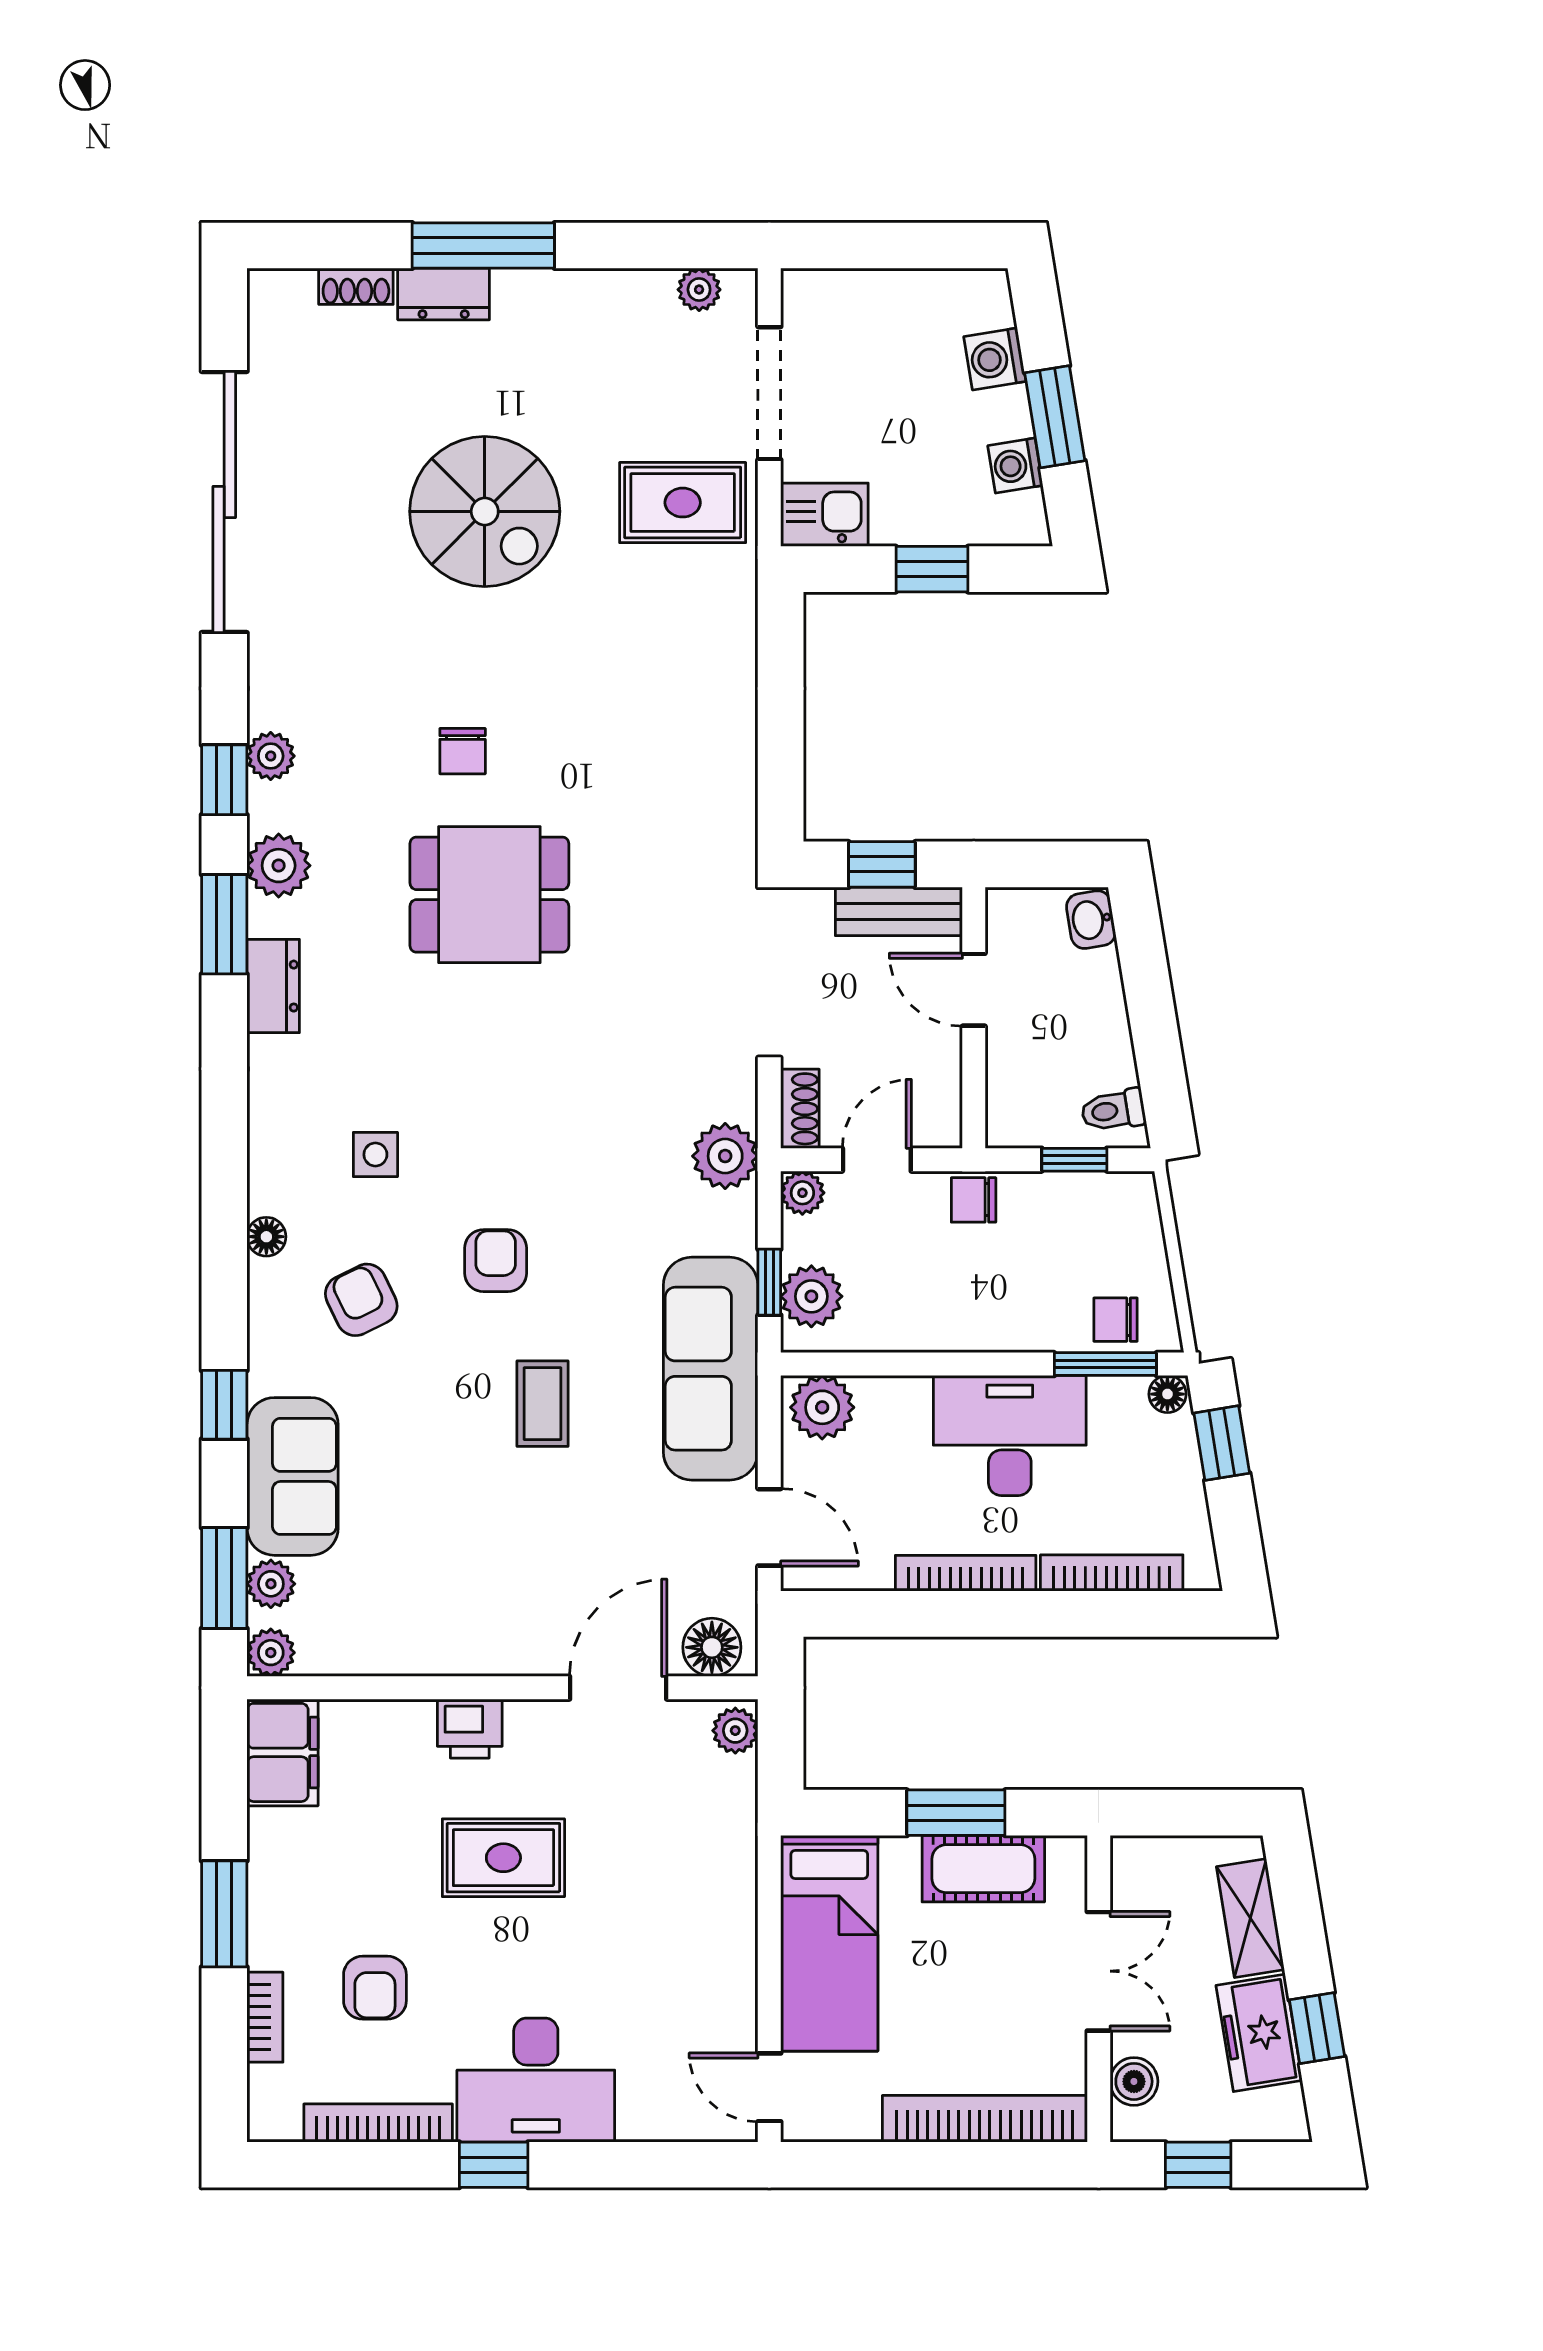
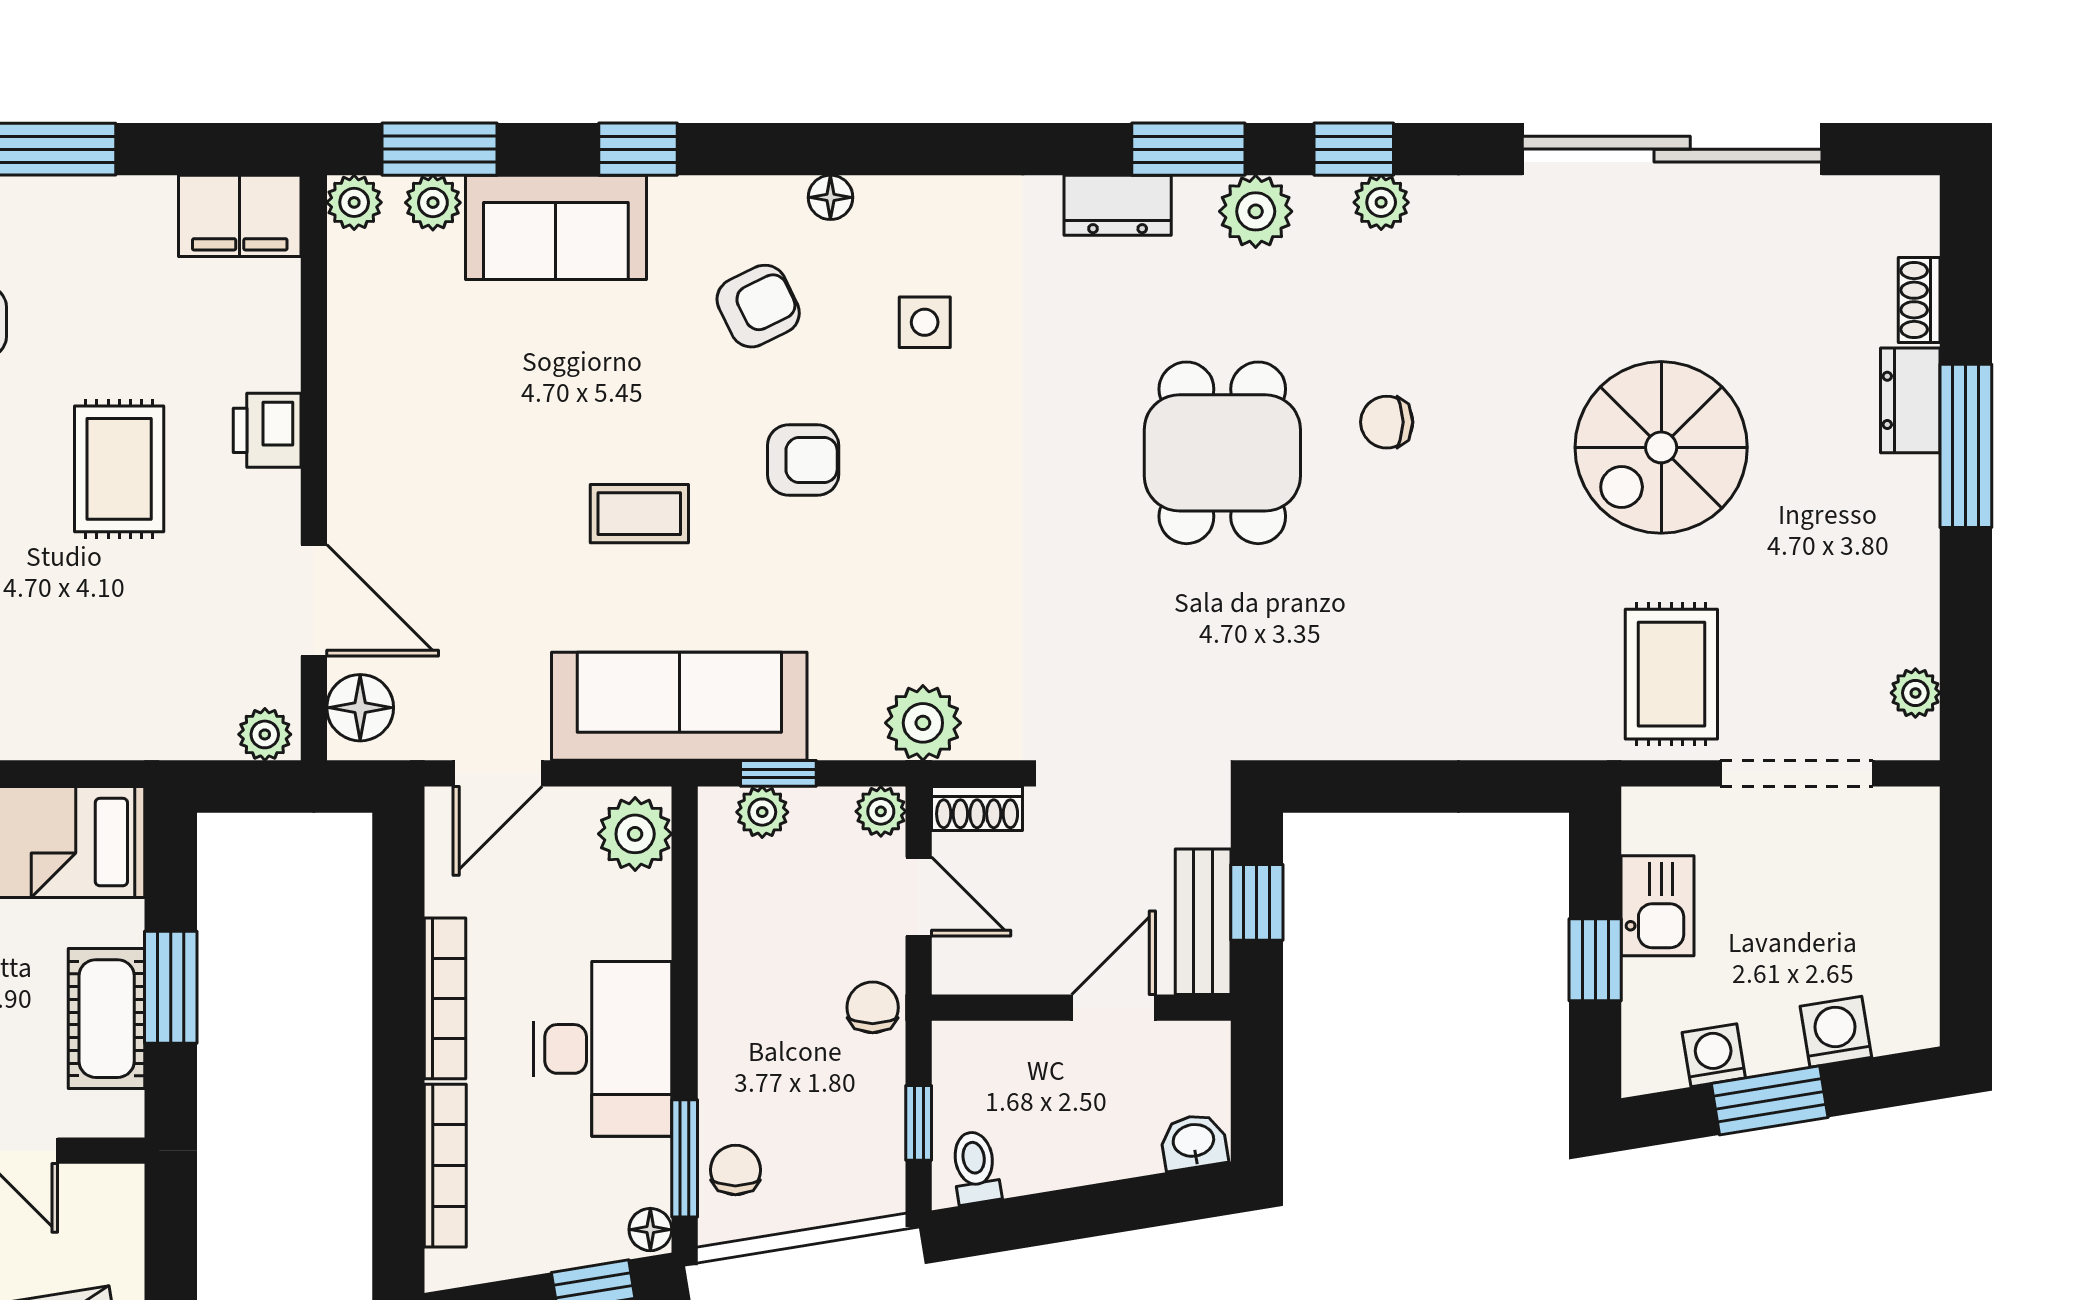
kitchen sink: (824, 515) -> (1657, 906), moved
plant: (811, 1296) -> (762, 812), width x0.73, depth x0.73

